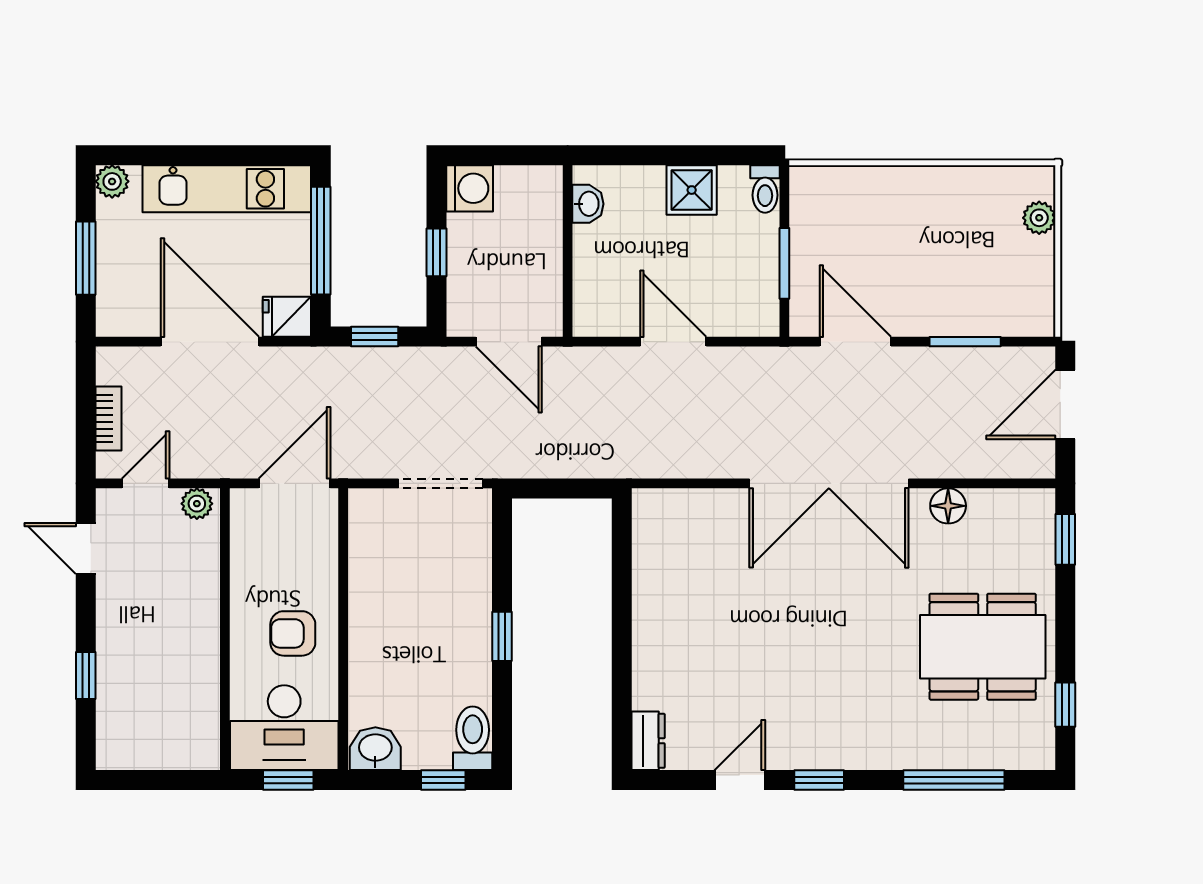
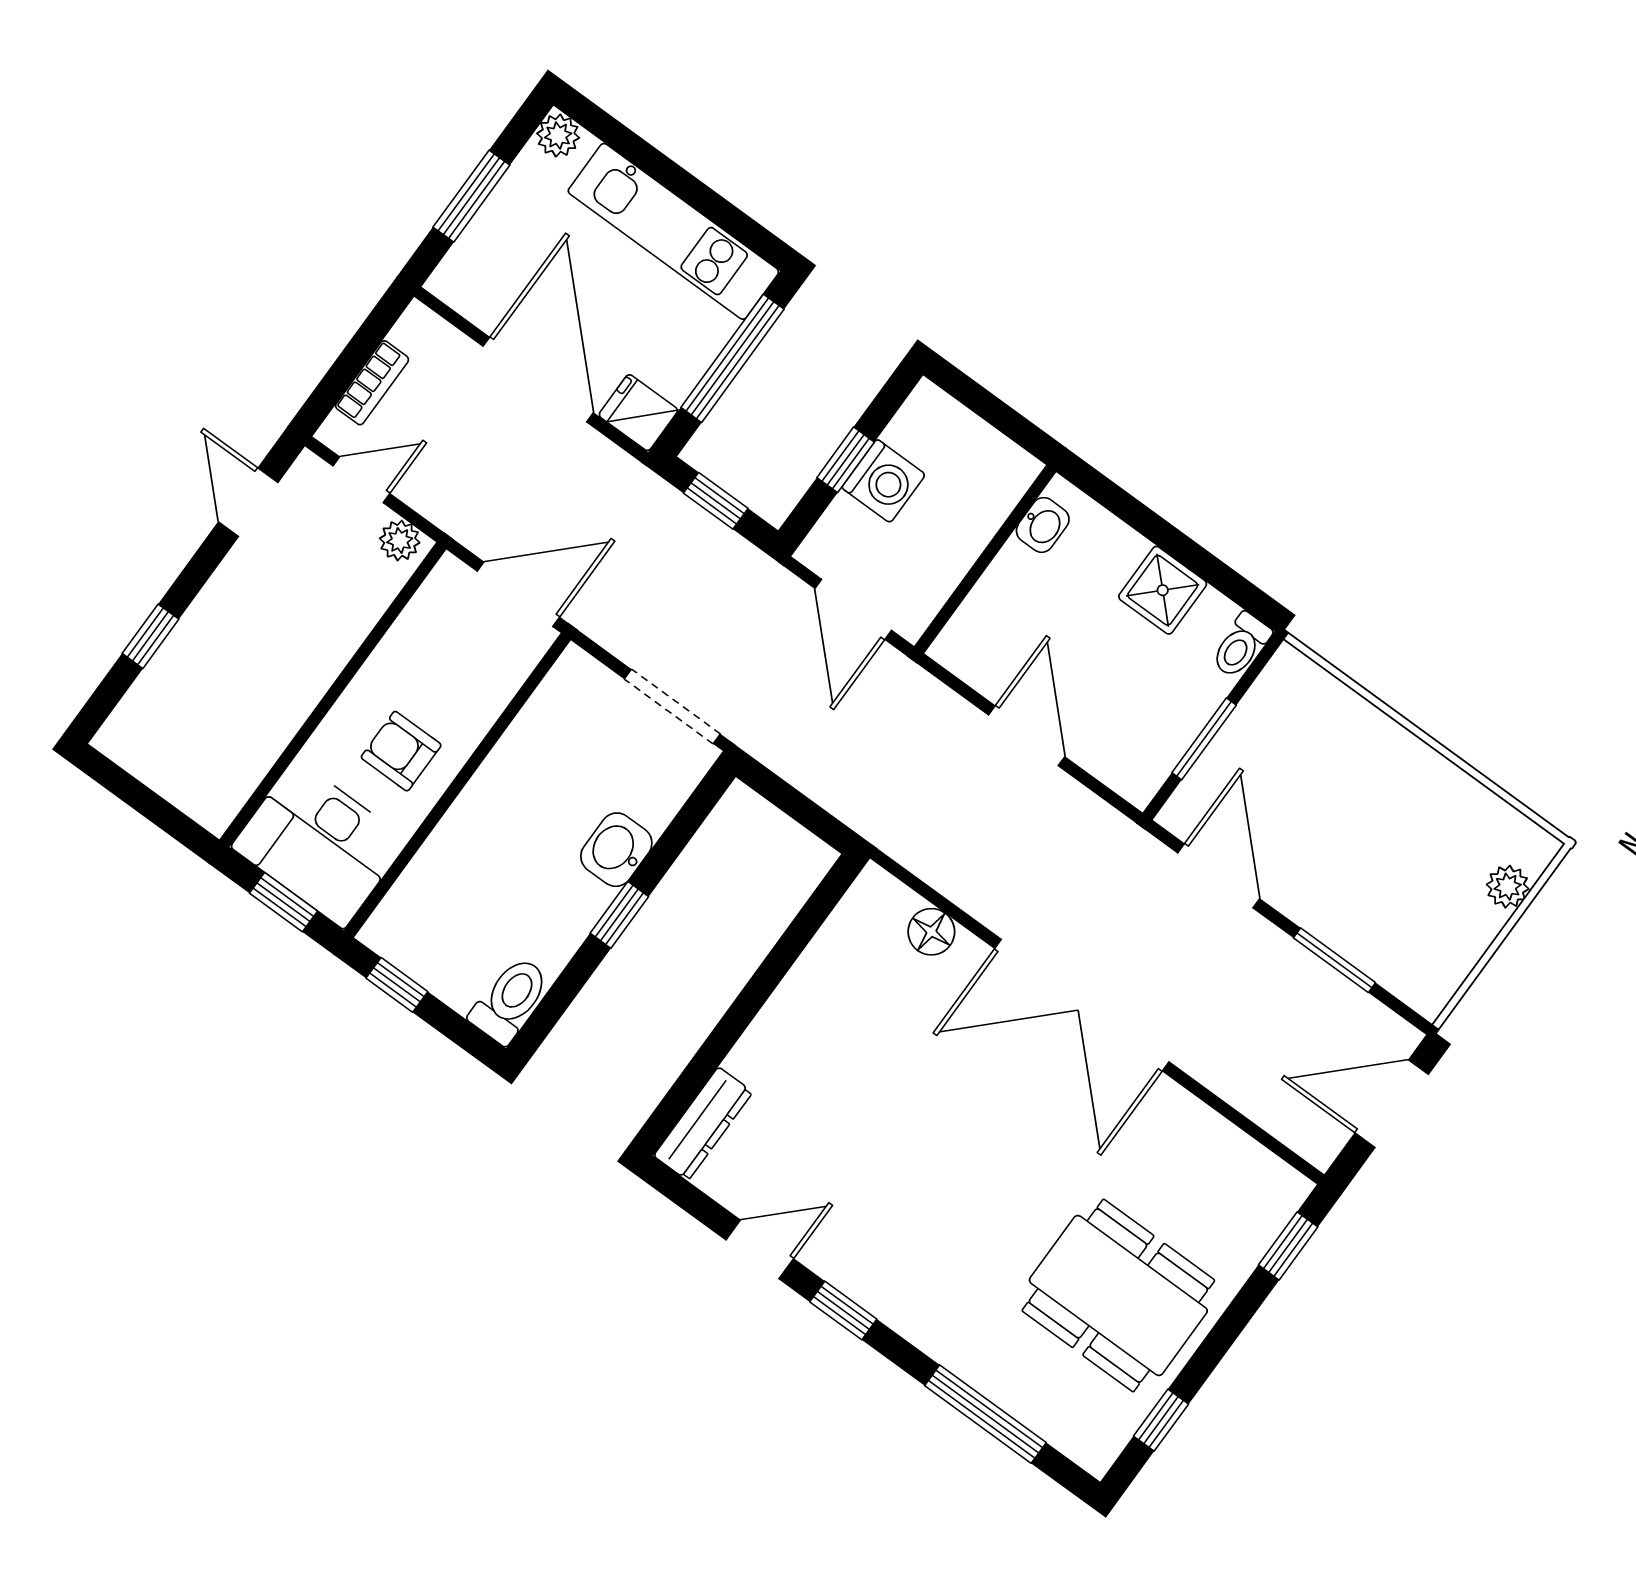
washing machine: (470, 188) -> (884, 481), moved
floor lamp: (948, 506) -> (931, 932), moved
dresser: (648, 741) -> (703, 1124), width x1.44
washbasin: (375, 749) -> (616, 850), moved, turned -90
window: (443, 780) -> (397, 985), moved

